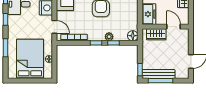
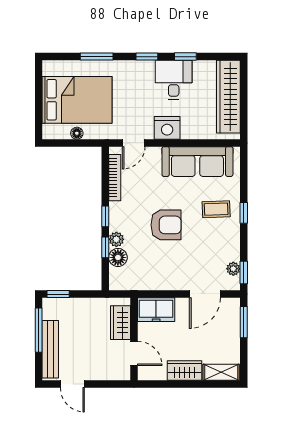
door: (174, 27) -> (134, 353), hinge flipped
floor lamp: (133, 36) -> (118, 257), moved
bench: (158, 74) -> (50, 349), moved

